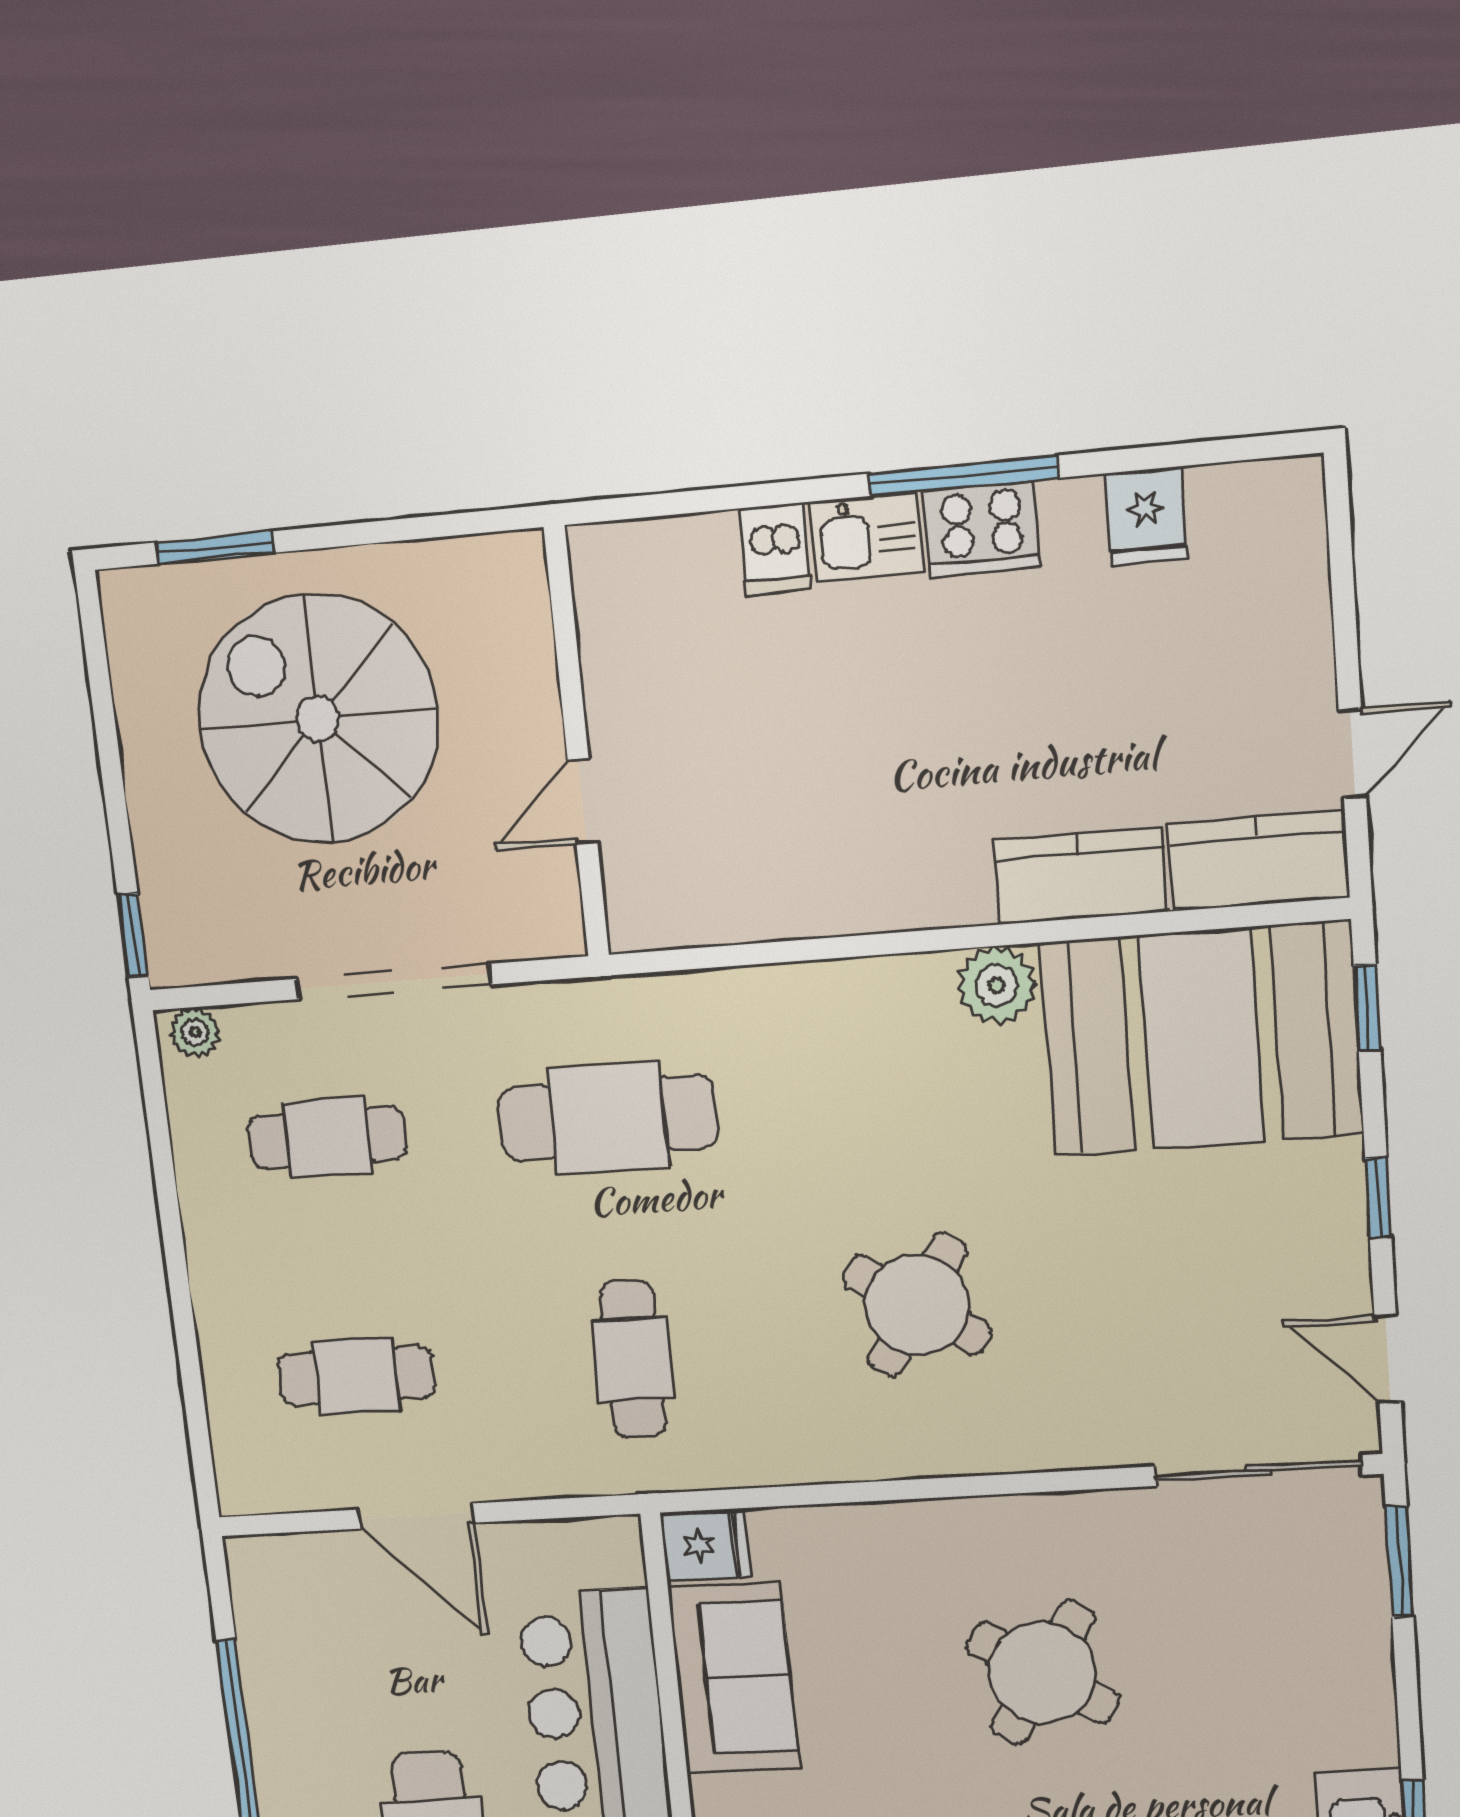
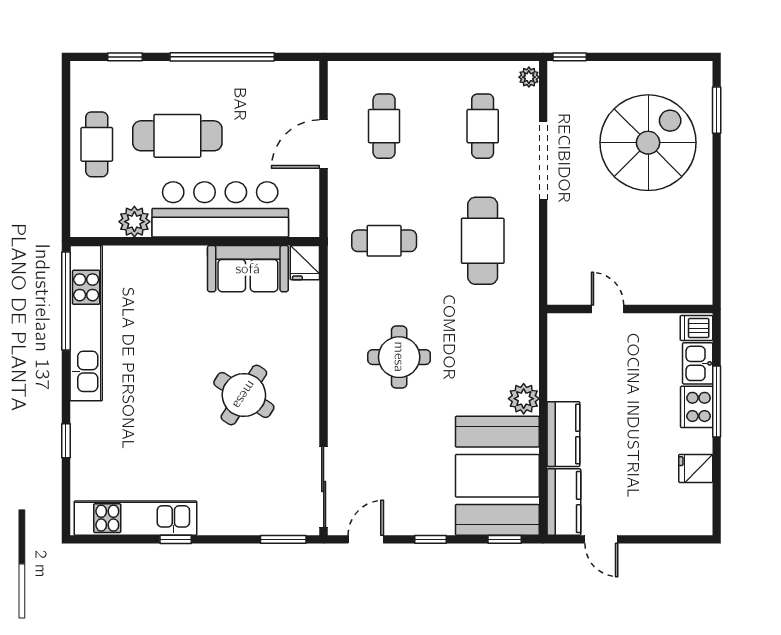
wall: (577, 743) -> (630, 309), moved
door: (583, 801) -> (608, 309), moved
round table: (917, 1305) -> (399, 357), turned -33

